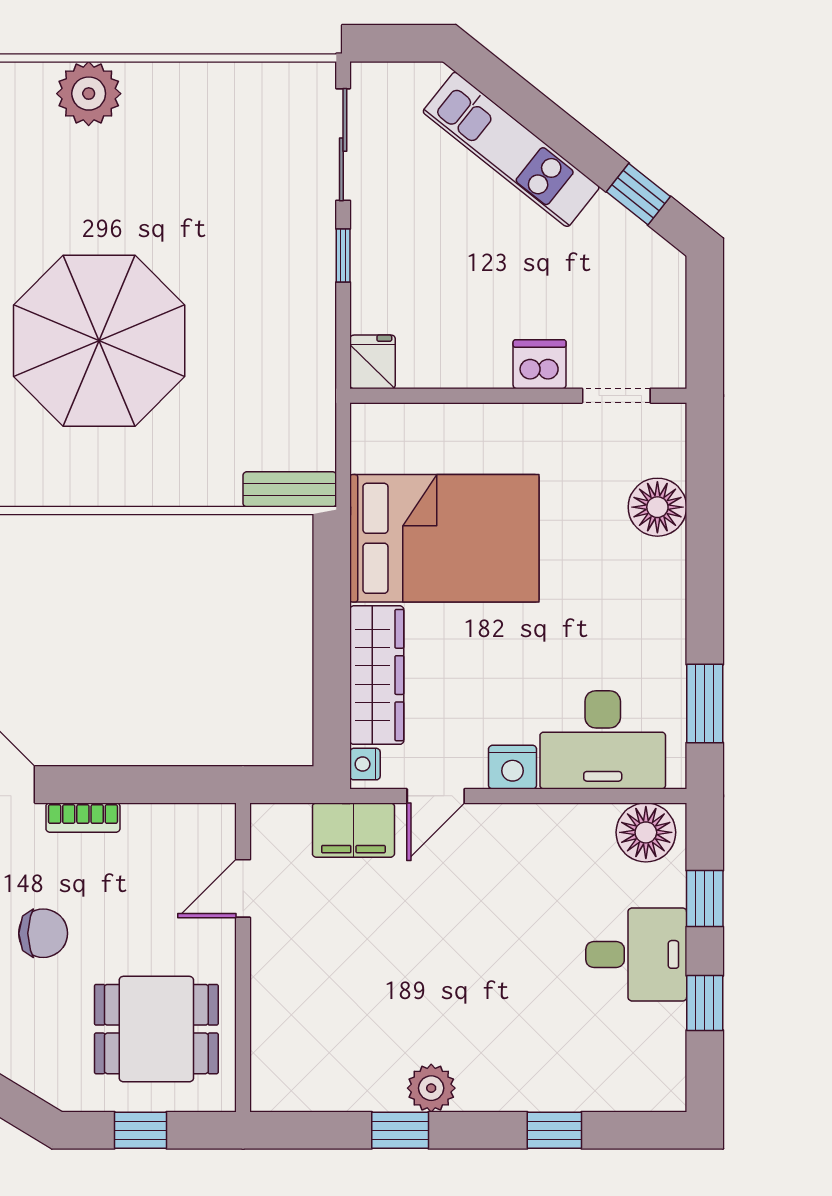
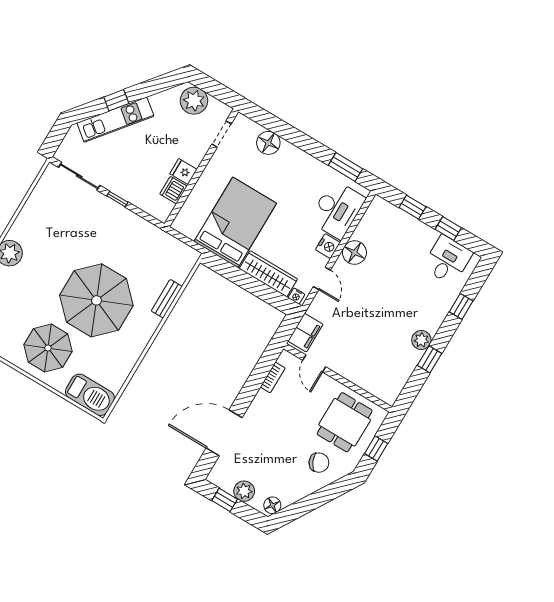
window: (638, 194) -> (116, 100), moved
plant: (652, 293) -> (194, 101), added
fridge: (373, 362) -> (183, 172), moved
dishwasher: (540, 364) -> (173, 190), moved
bench: (290, 489) -> (167, 299), moved
bookcase: (83, 818) -> (273, 377), moved
filing cabinet: (353, 830) -> (305, 333), moved
floor lamp: (646, 832) -> (354, 253), moved
chair: (43, 933) -> (319, 463), moved, turned 65
desk: (636, 954) -> (448, 260), moved

